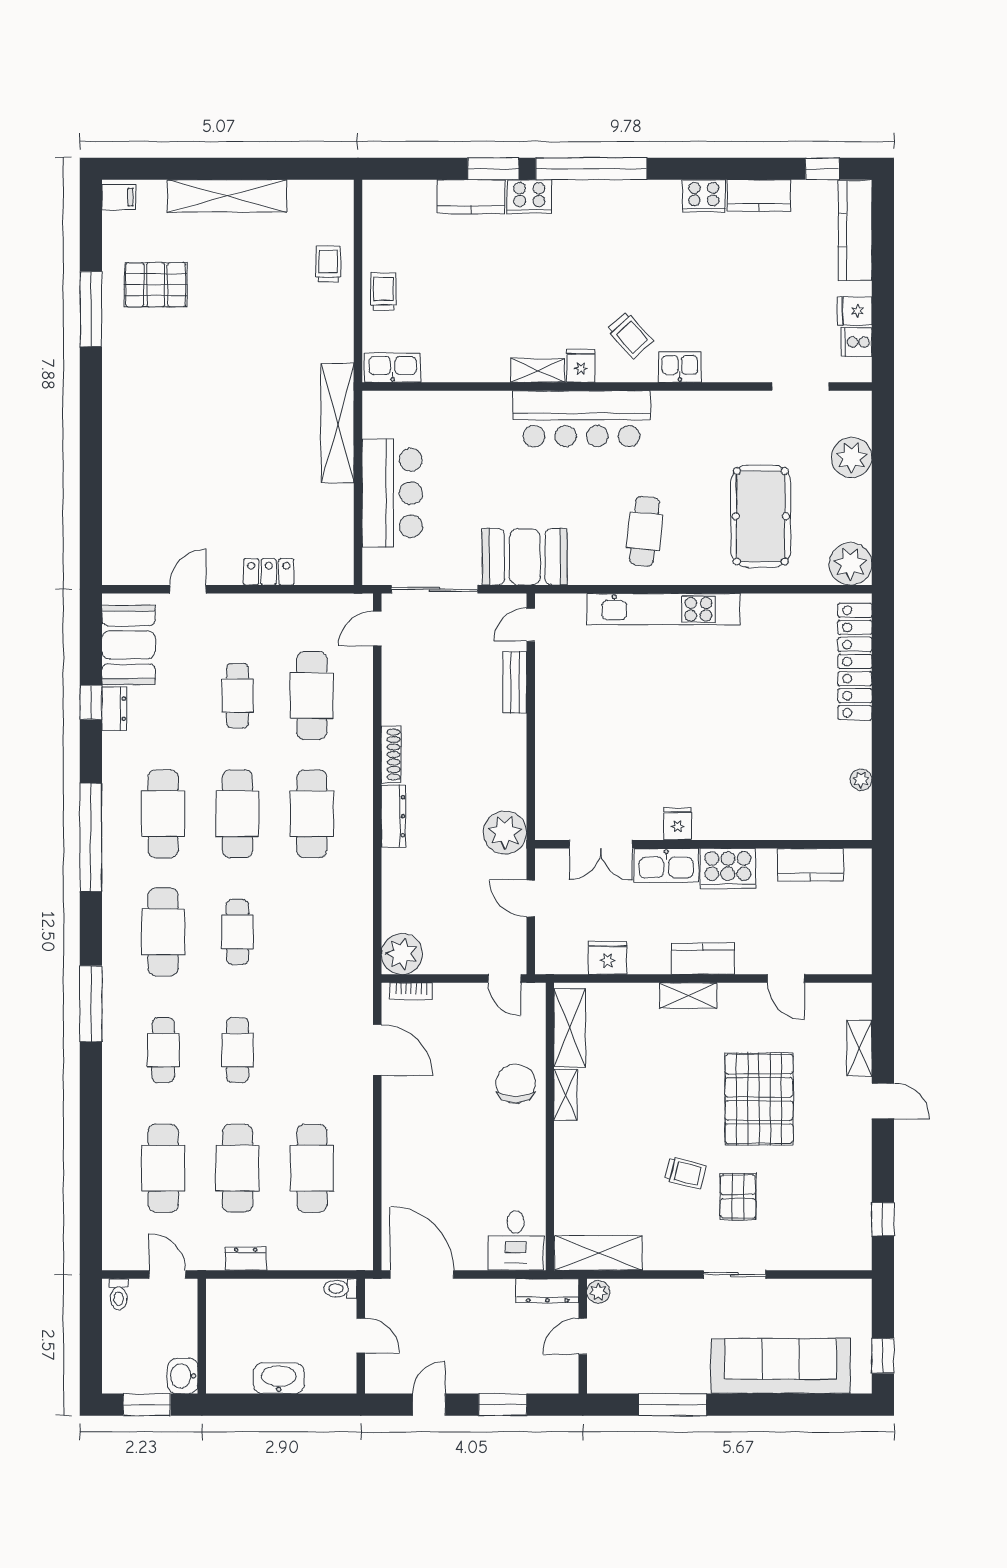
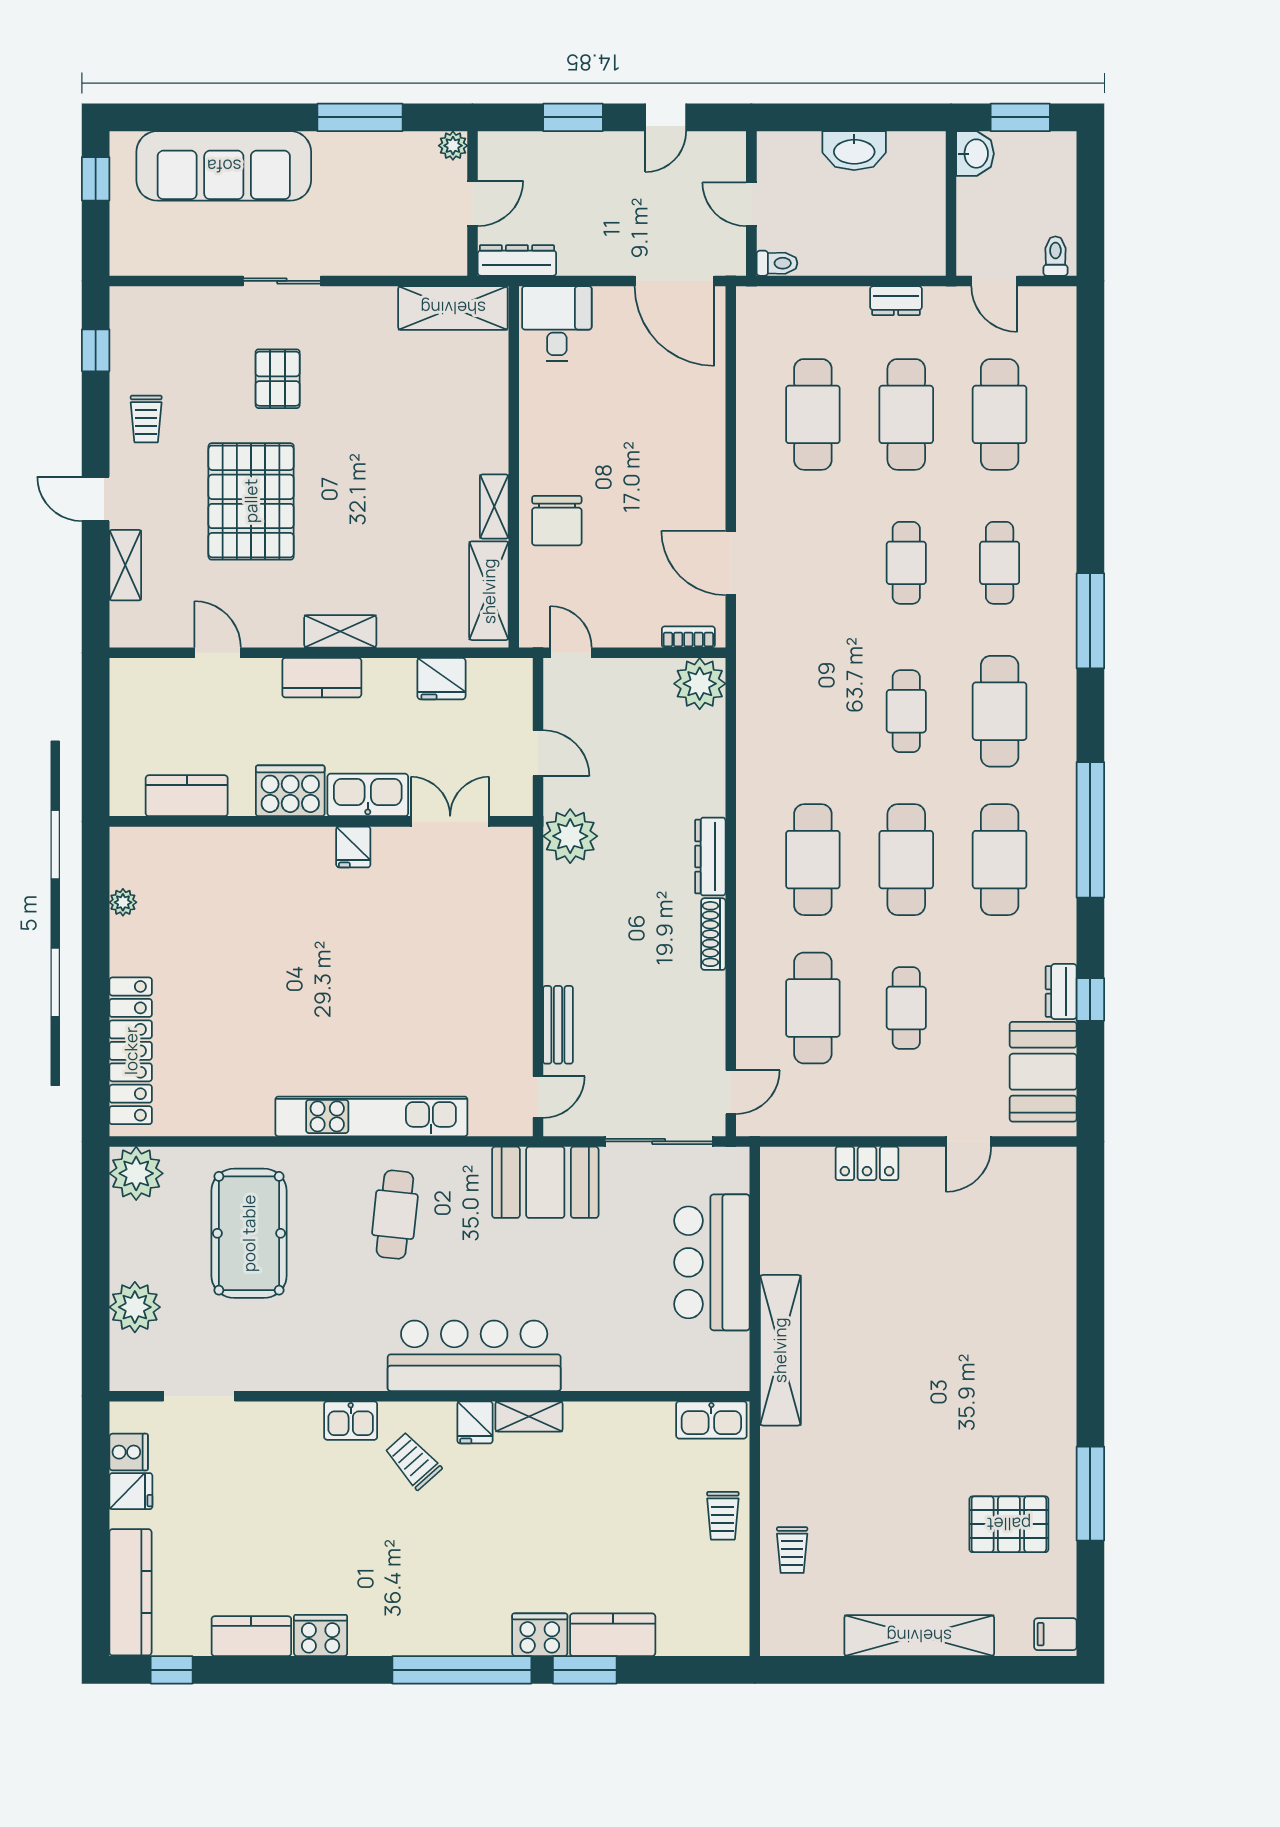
trolley: (685, 1173) -> (146, 419), moved, turned -104
plant: (598, 1292) -> (453, 146), moved

